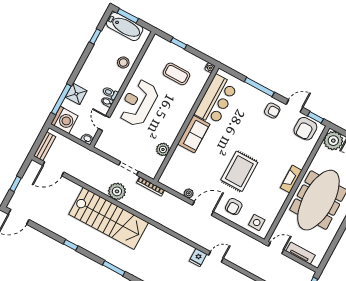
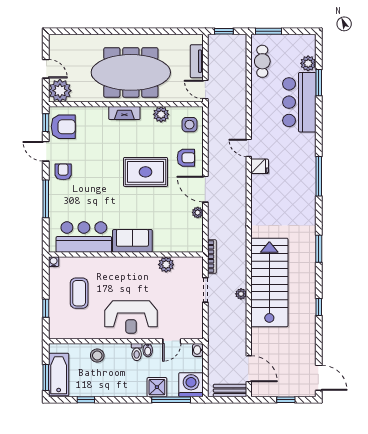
plant: (117, 191) -> (241, 294), width x0.53, depth x0.53
plant: (276, 206) -> (161, 114), added

